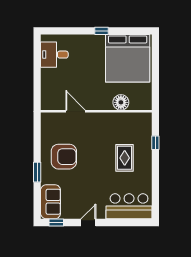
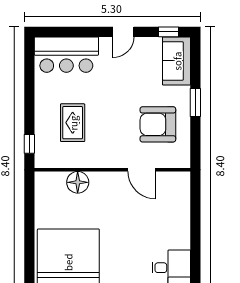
floor lamp: (121, 102) -> (78, 182), moved
door: (75, 111) -> (141, 170), moved
wall: (96, 111) -> (112, 170), moved

